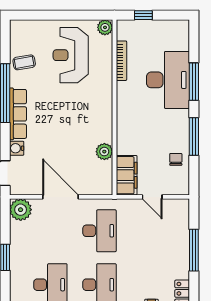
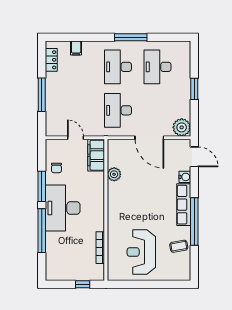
plant: (105, 27) -> (114, 274), removed
reception desk: (71, 55) -> (141, 252), turned 180
desk: (168, 80) -> (63, 208), moved
window: (194, 82) -> (42, 231), width x1.46

